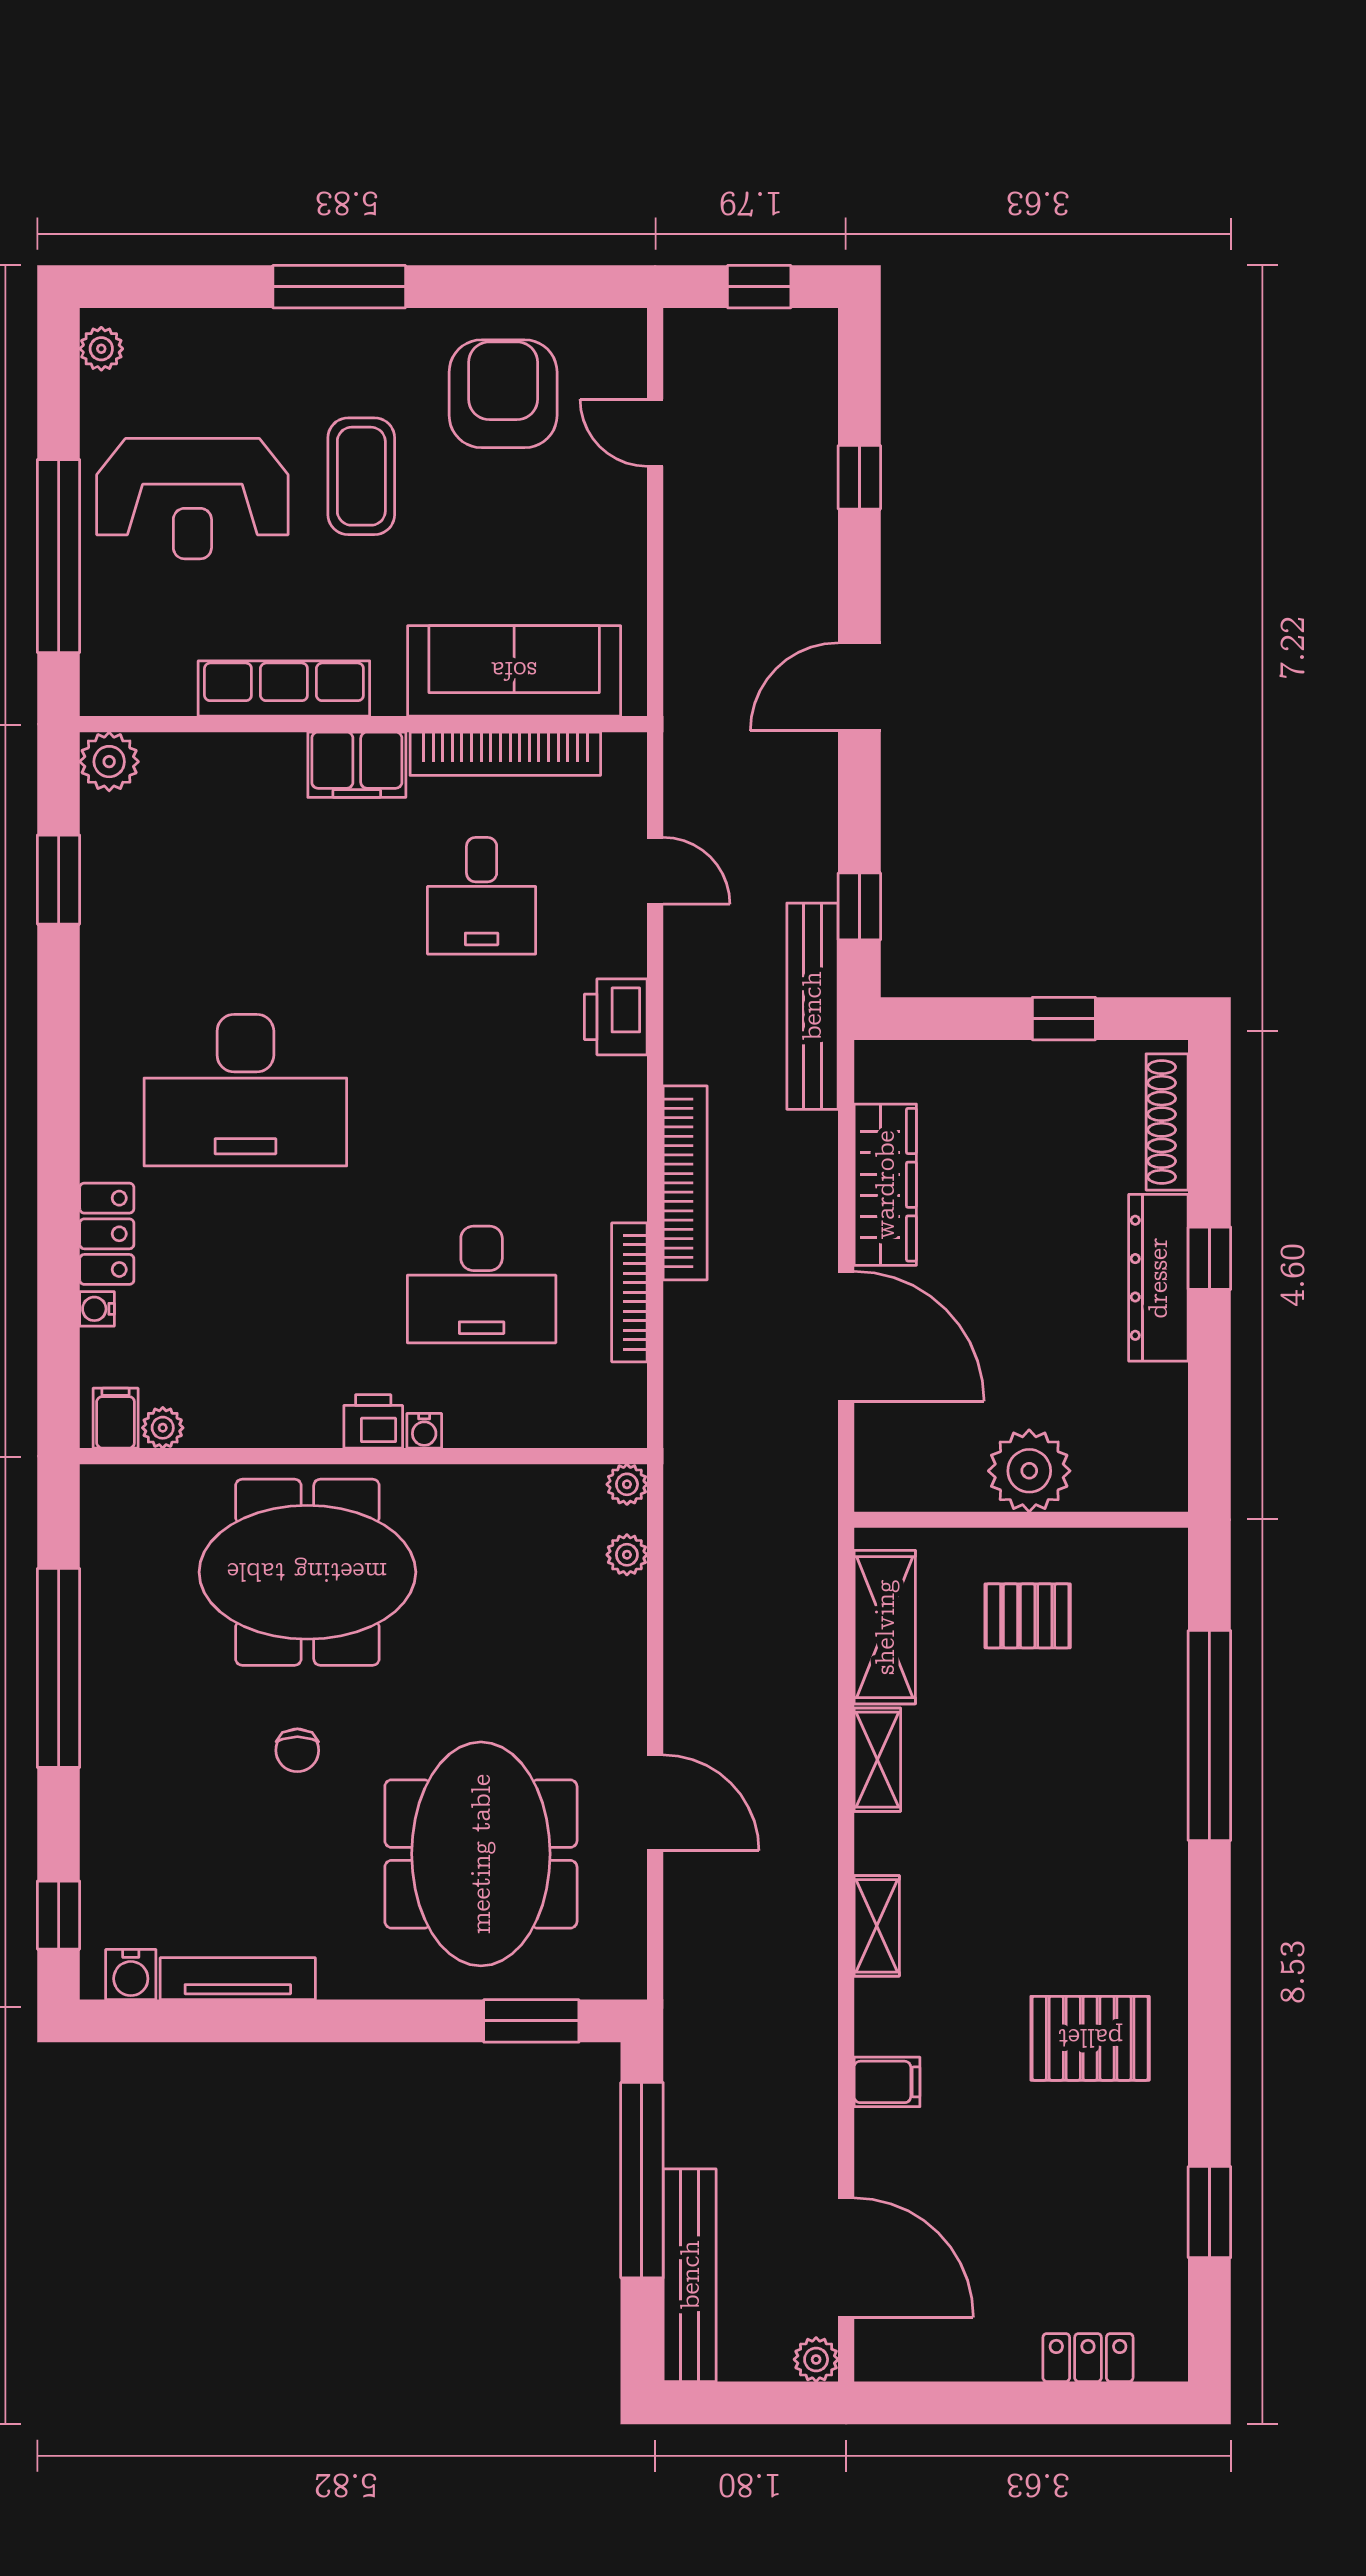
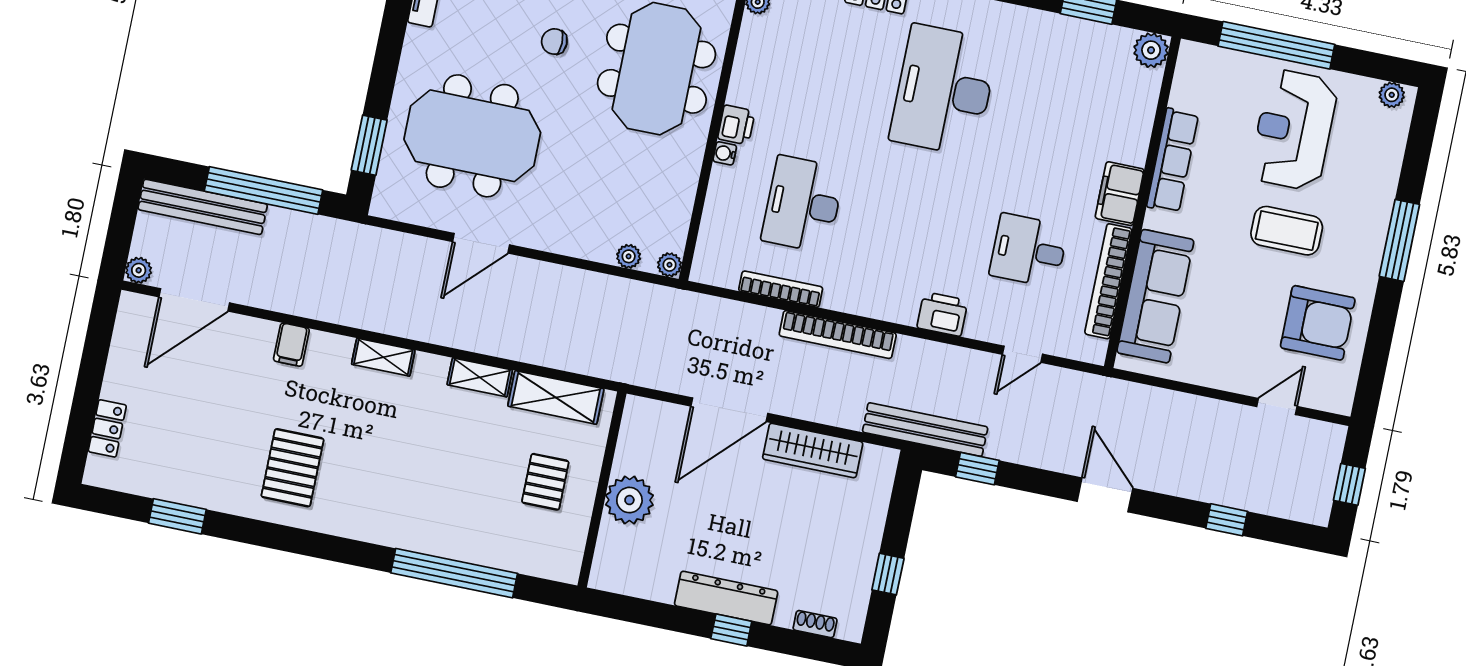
shoe rack: (1167, 1122) -> (815, 624), width x0.51, depth x0.81

